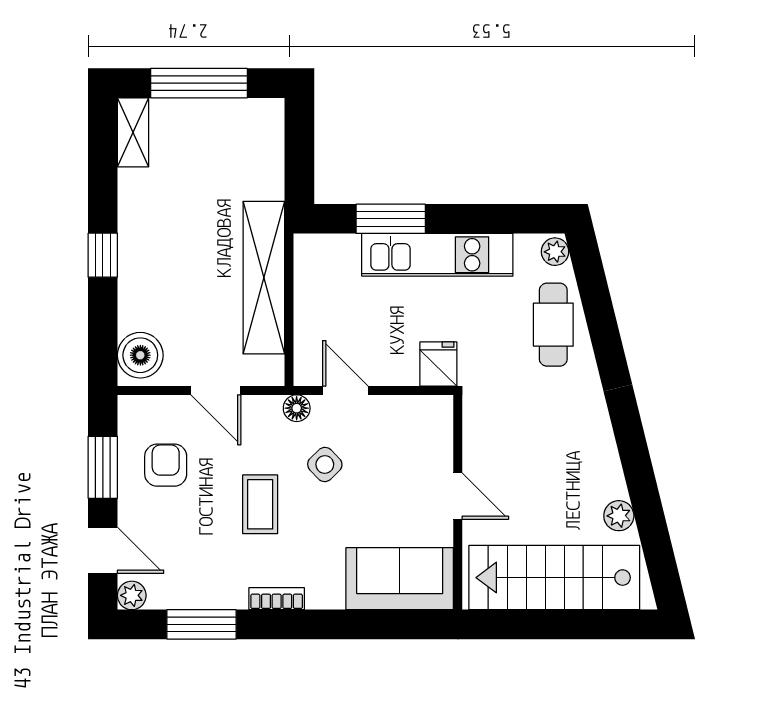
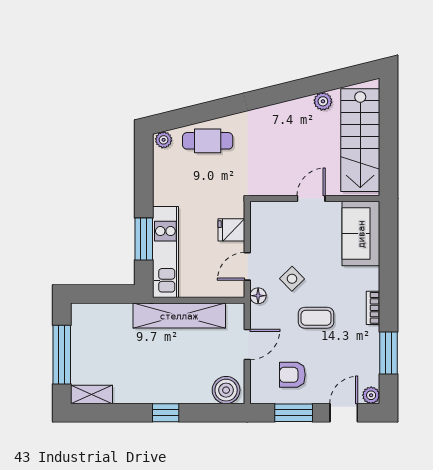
kitchen unit: (437, 255) -> (165, 252), moved
fridge: (438, 364) -> (231, 230), moved

